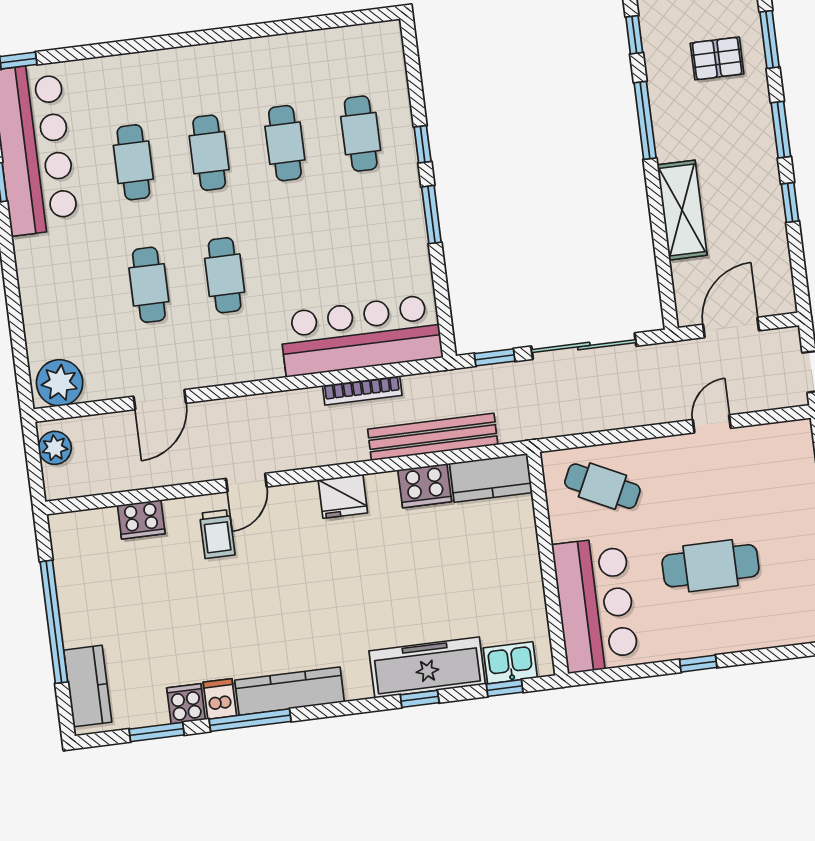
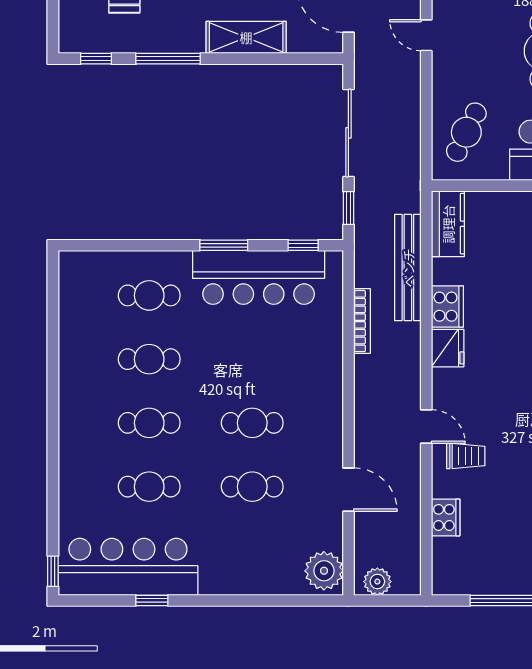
window: (423, 144) -> (303, 245), moved
bar counter: (361, 336) -> (259, 277), moved, turned -90
cooker: (425, 486) -> (447, 307), moved

